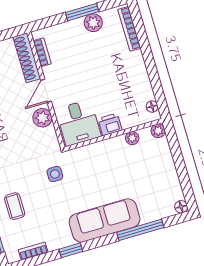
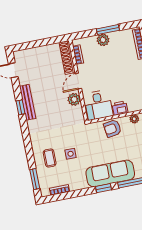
plant: (93, 23) -> (103, 40), moved
armchair: (102, 155) -> (112, 128), added
side table: (55, 174) -> (71, 154), moved
window: (71, 250) -> (103, 188), moved

